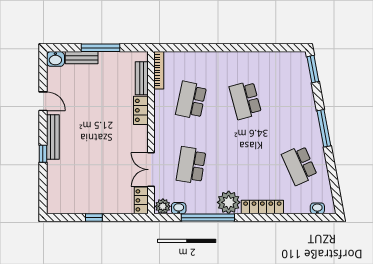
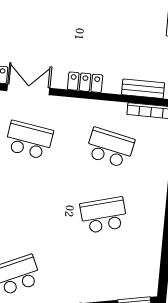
locker: (141, 110) -> (85, 82), moved

